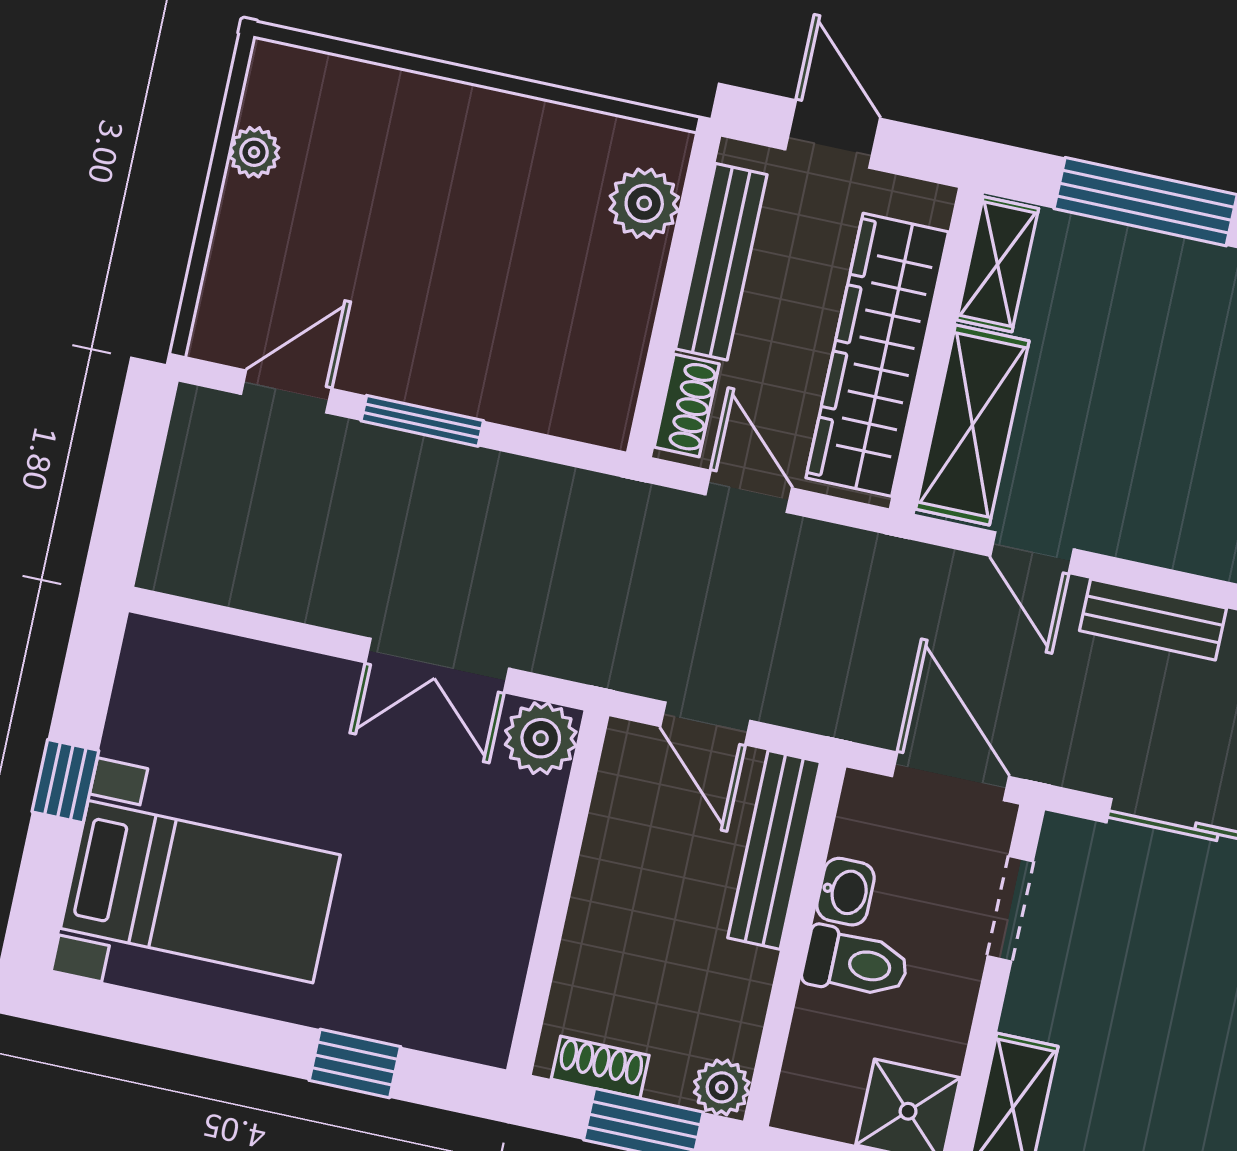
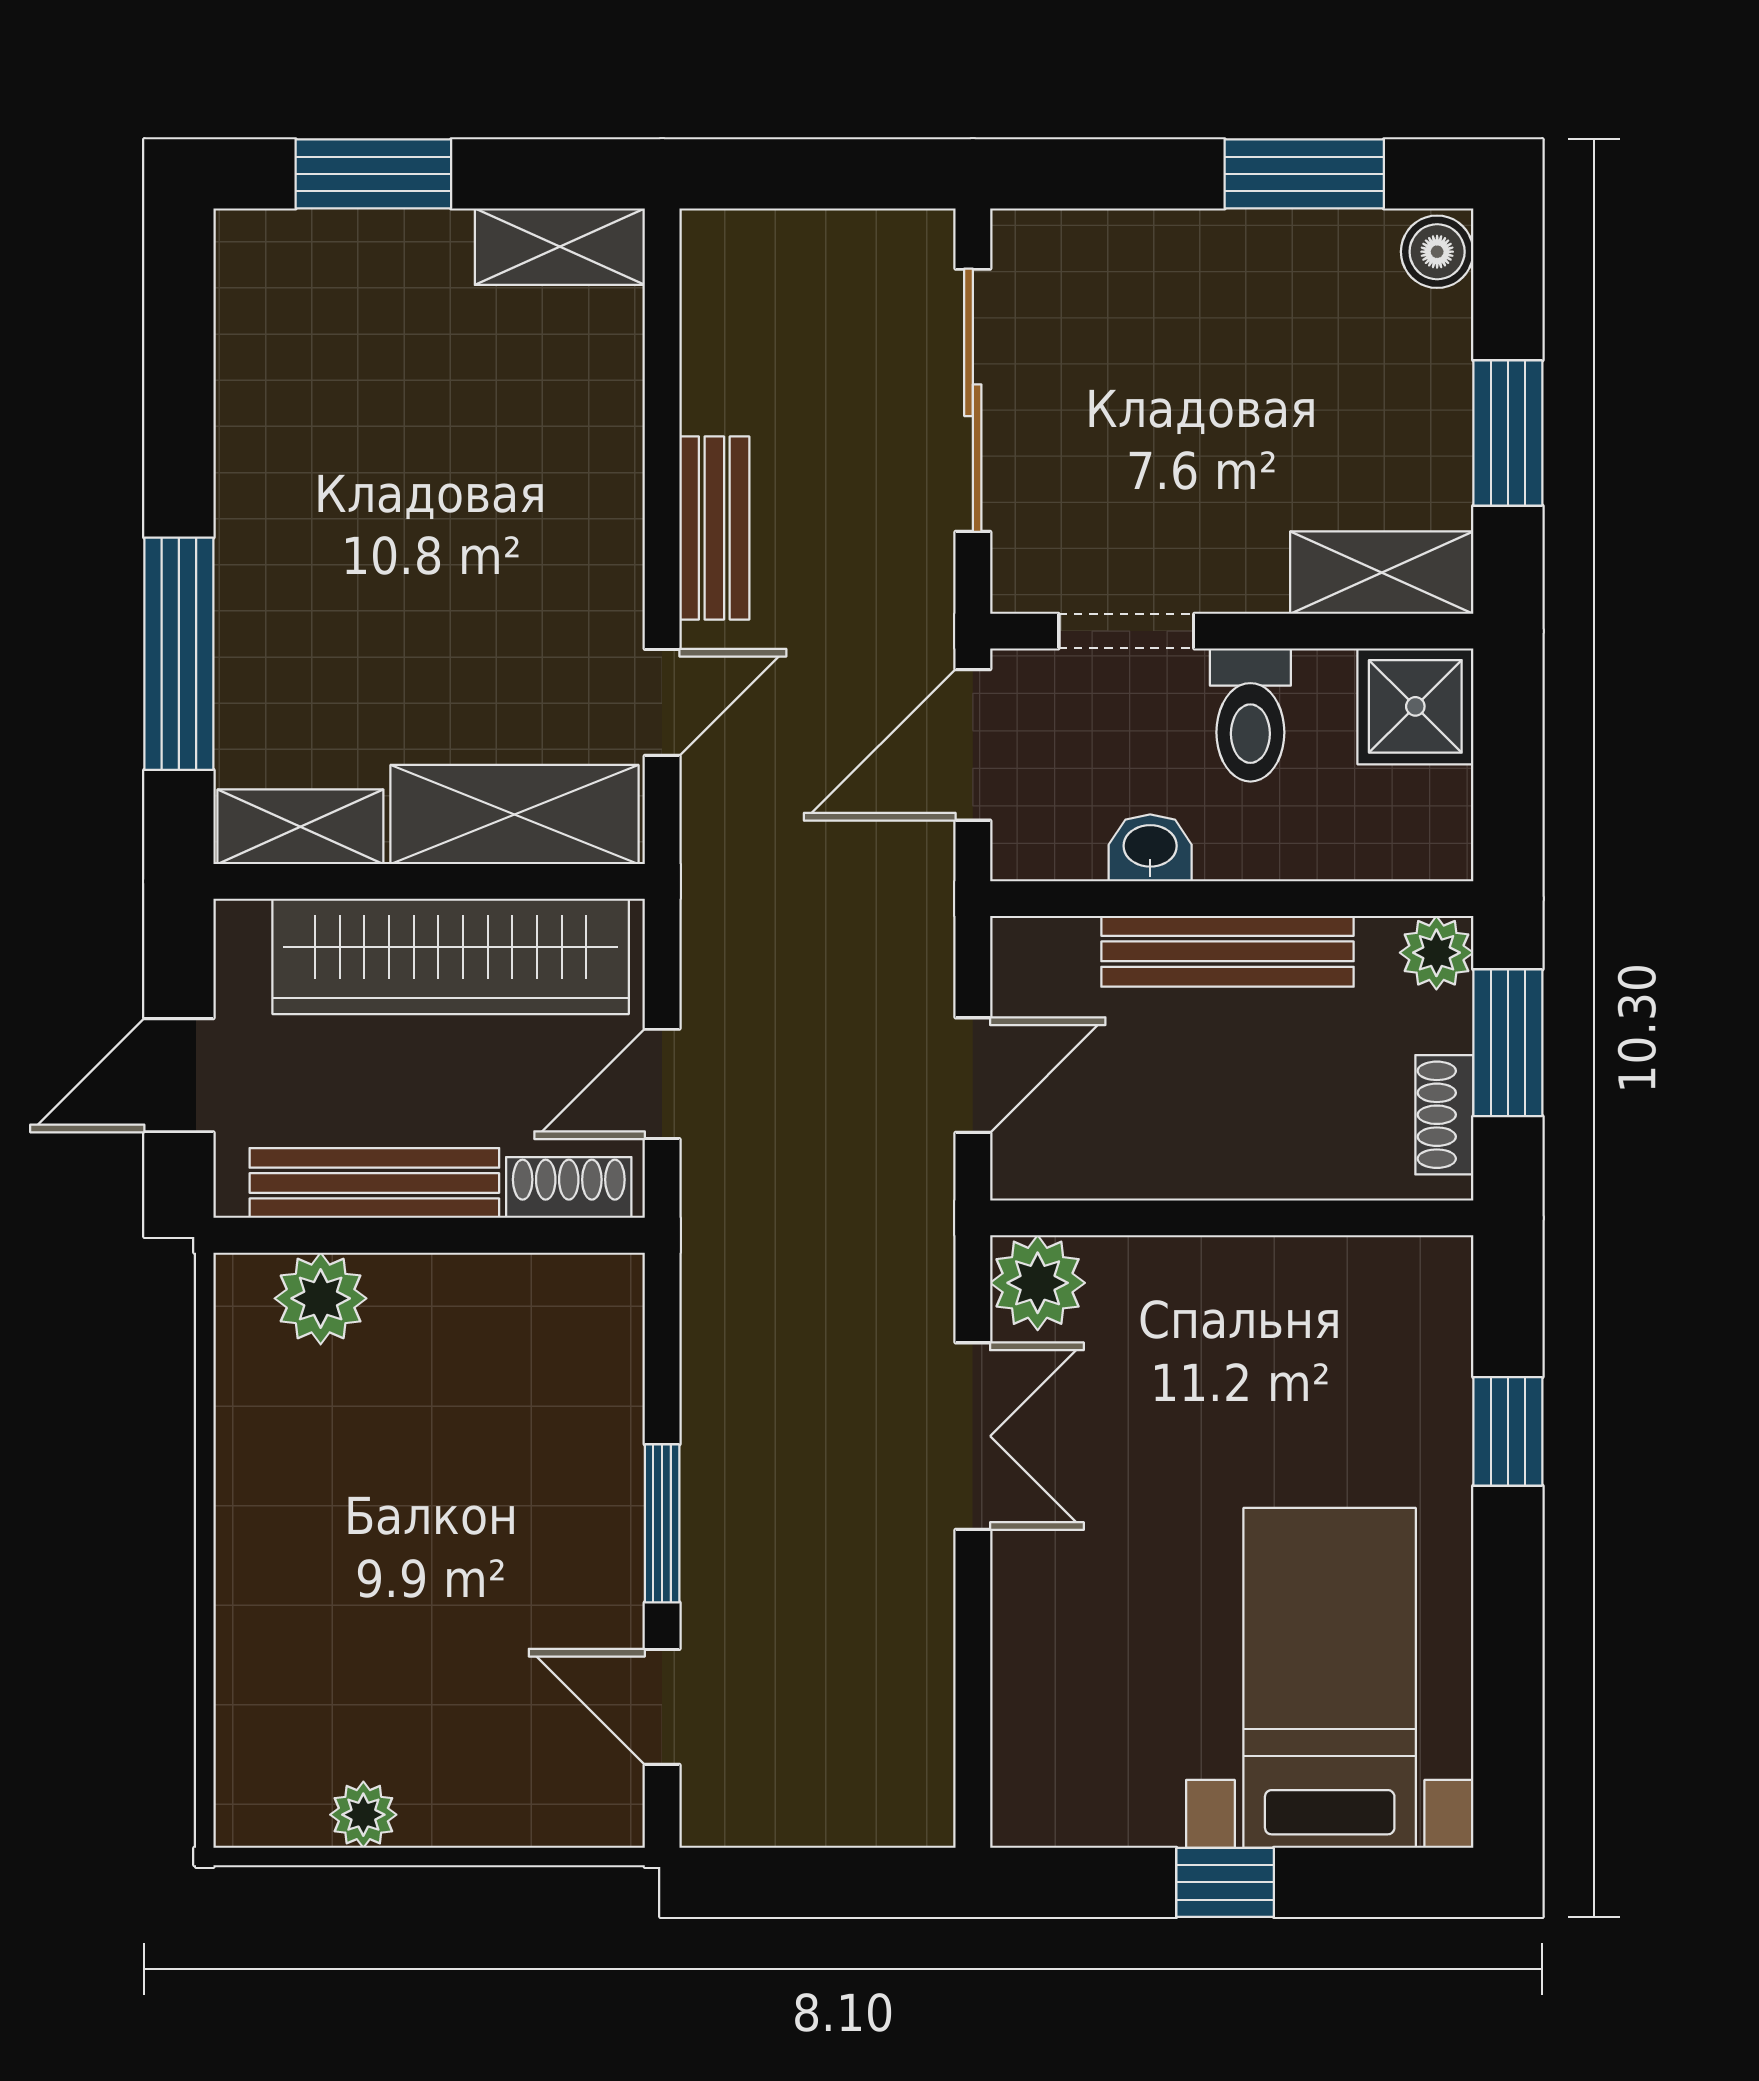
bench: (774, 850) -> (1227, 951), moved
toilet: (856, 963) -> (1250, 715), moved, turned 180

